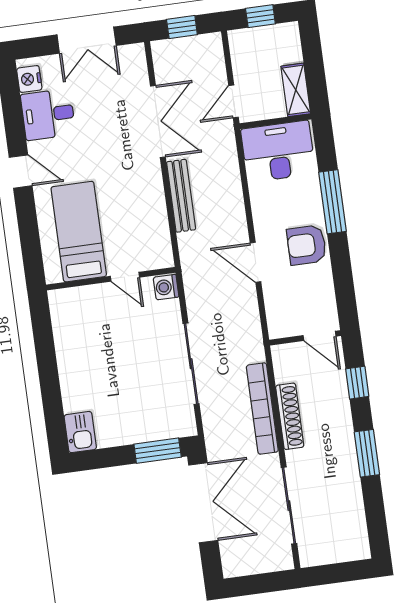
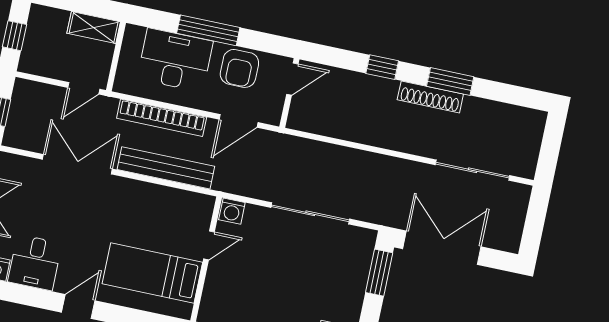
door: (234, 101) -> (84, 88), hinge flipped
desk: (278, 151) -> (175, 60), moved, turned 90
bench: (181, 196) -> (166, 168), width x1.37, depth x1.21
door: (320, 336) -> (292, 79), moved
wall: (305, 338) -> (289, 93), moved
bookcase: (262, 409) -> (162, 118), moved
shoe rack: (290, 416) -> (430, 97), moved, turned 180

